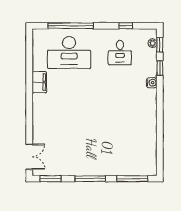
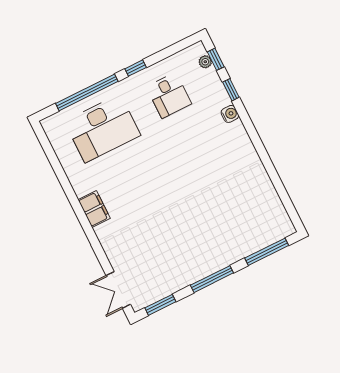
window: (126, 26) -> (136, 68), moved
filing cabinet: (39, 82) -> (94, 209), moved
double door: (29, 157) -> (118, 290), swing flipped

